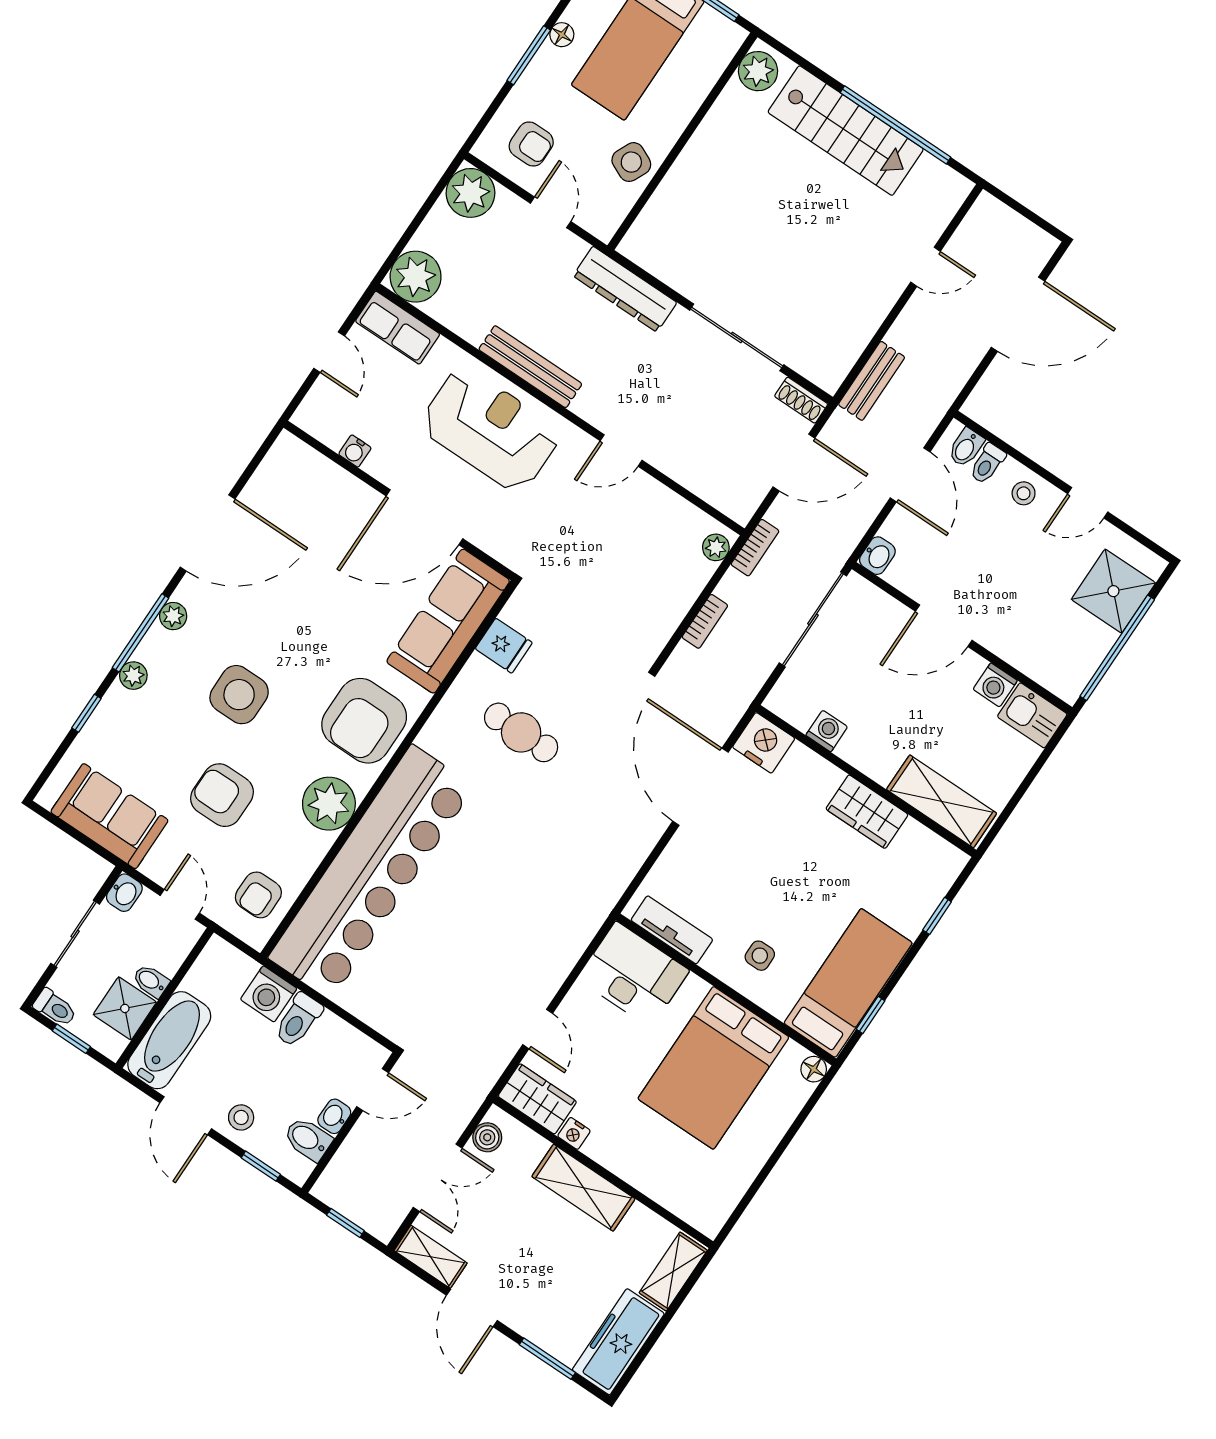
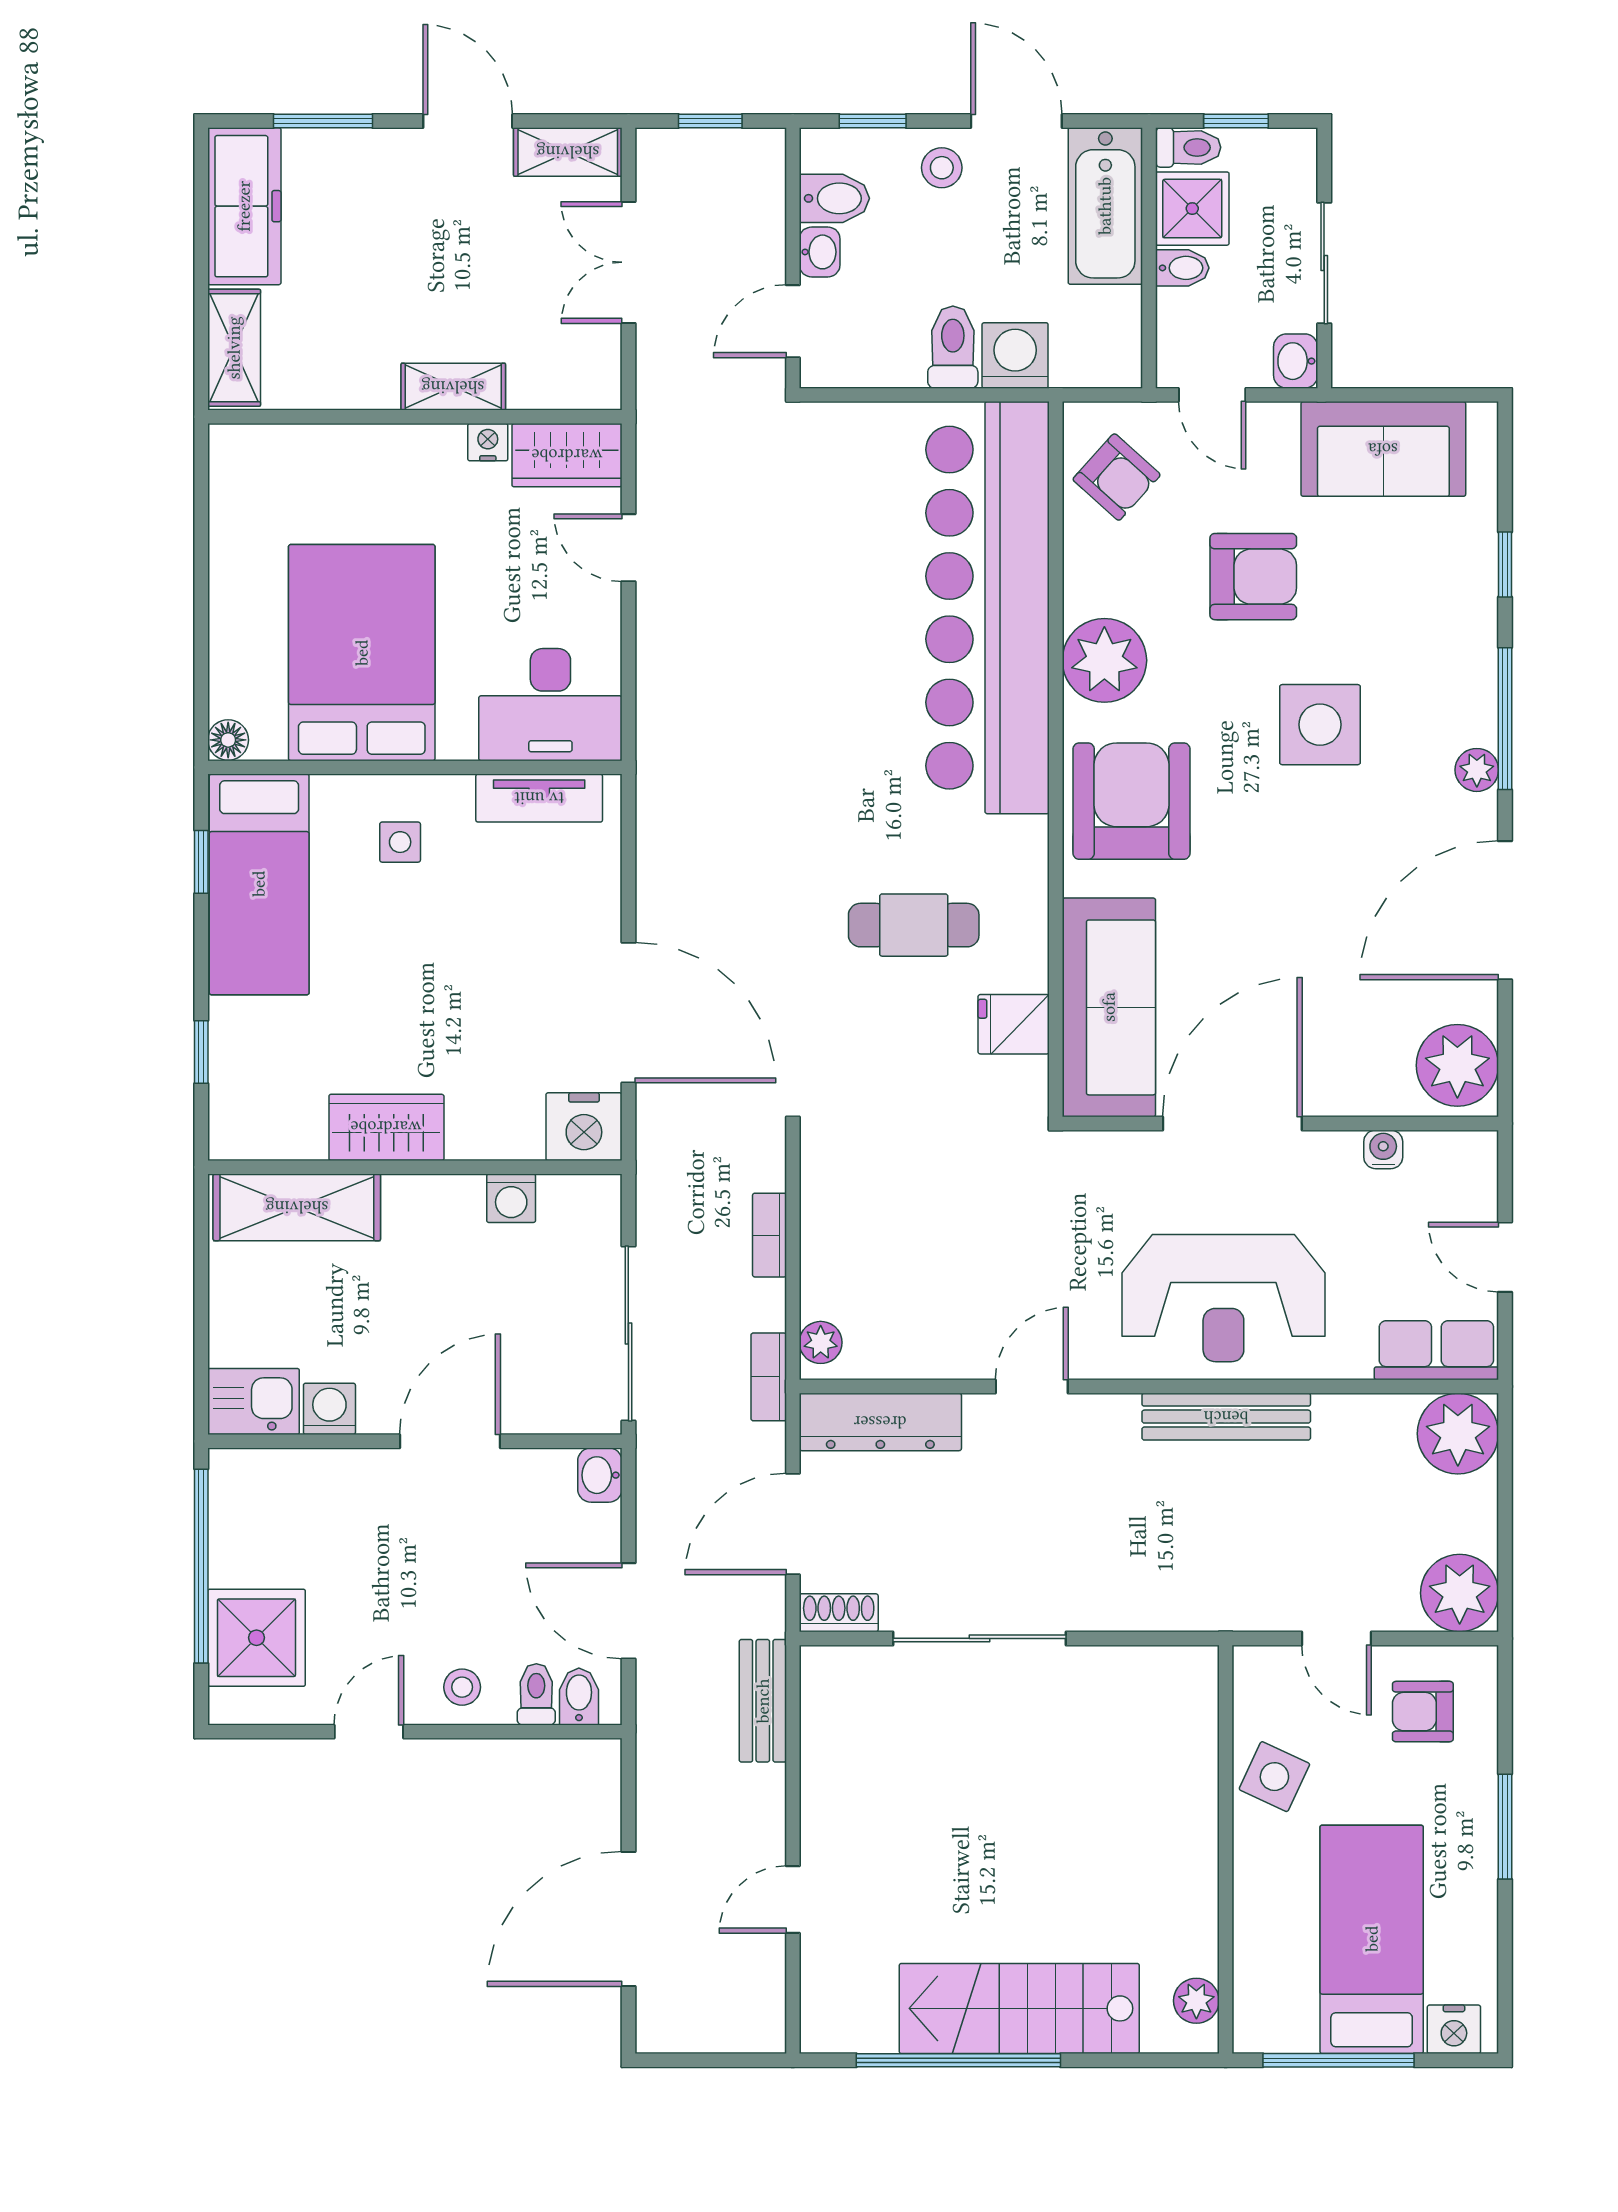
floor lamp: (562, 35) -> (1479, 1883), removed
plant: (758, 71) -> (1196, 2001), width x0.73, depth x0.73
dresser: (625, 289) -> (880, 1422), moved, turned 180
plant: (133, 676) -> (1457, 1065), moved, width x1.88, depth x1.88
armchair: (258, 895) -> (1117, 477), turned 132
toilet: (55, 1008) -> (1188, 147), moved, turned 180
boiler: (487, 1137) -> (599, 360), removed
shelving: (583, 1188) -> (453, 387), width x0.67, depth x0.75

